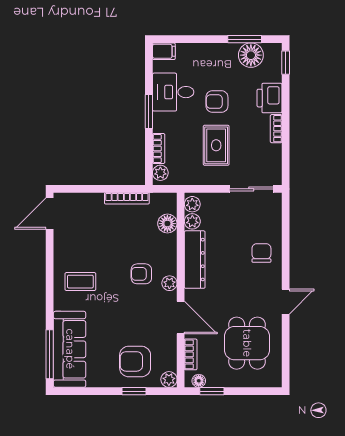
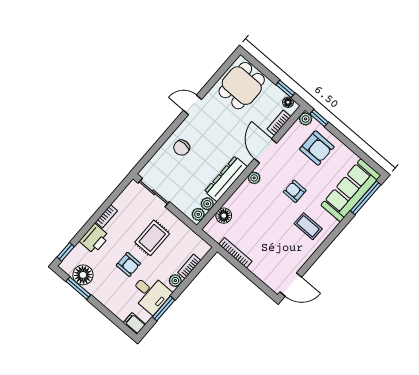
window: (149, 112) -> (164, 308), moved
plant: (160, 173) -> (175, 281), moved
armchair: (141, 274) -> (295, 191), moved, turned 180
dining table: (247, 343) -> (242, 86), moved
window: (134, 391) -> (319, 118), moved

